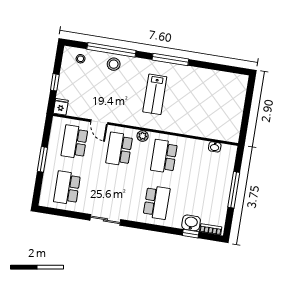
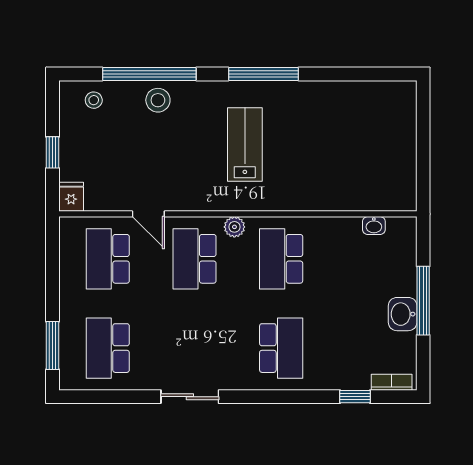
lab bench: (155, 94) -> (245, 145), turned 180
window: (42, 159) -> (53, 346), moved
washbasin: (191, 223) -> (403, 314), moved, turned -90

